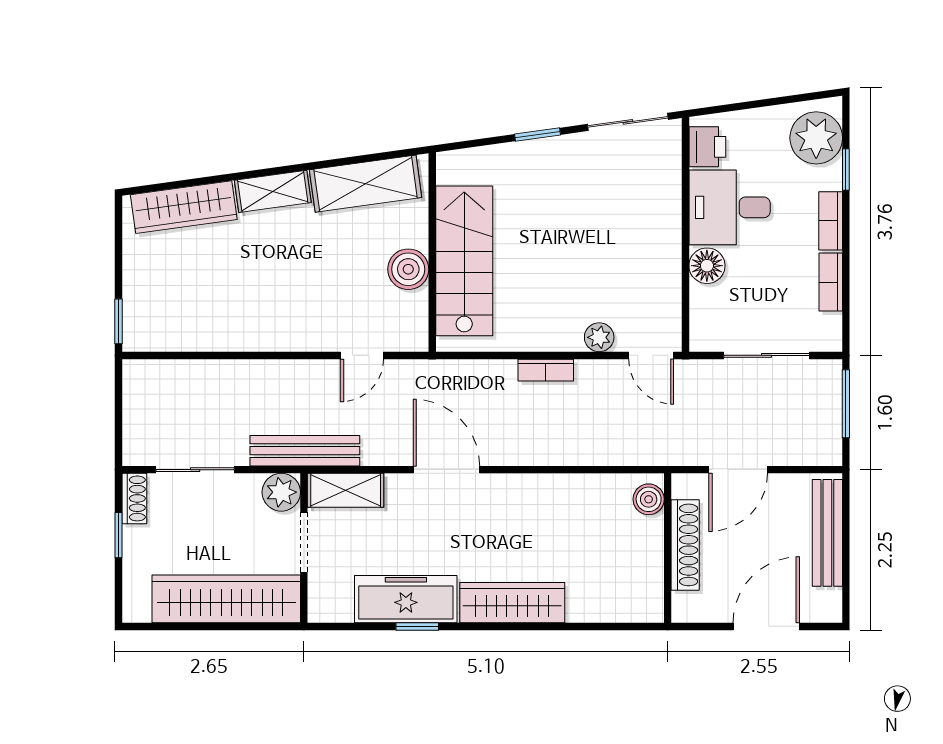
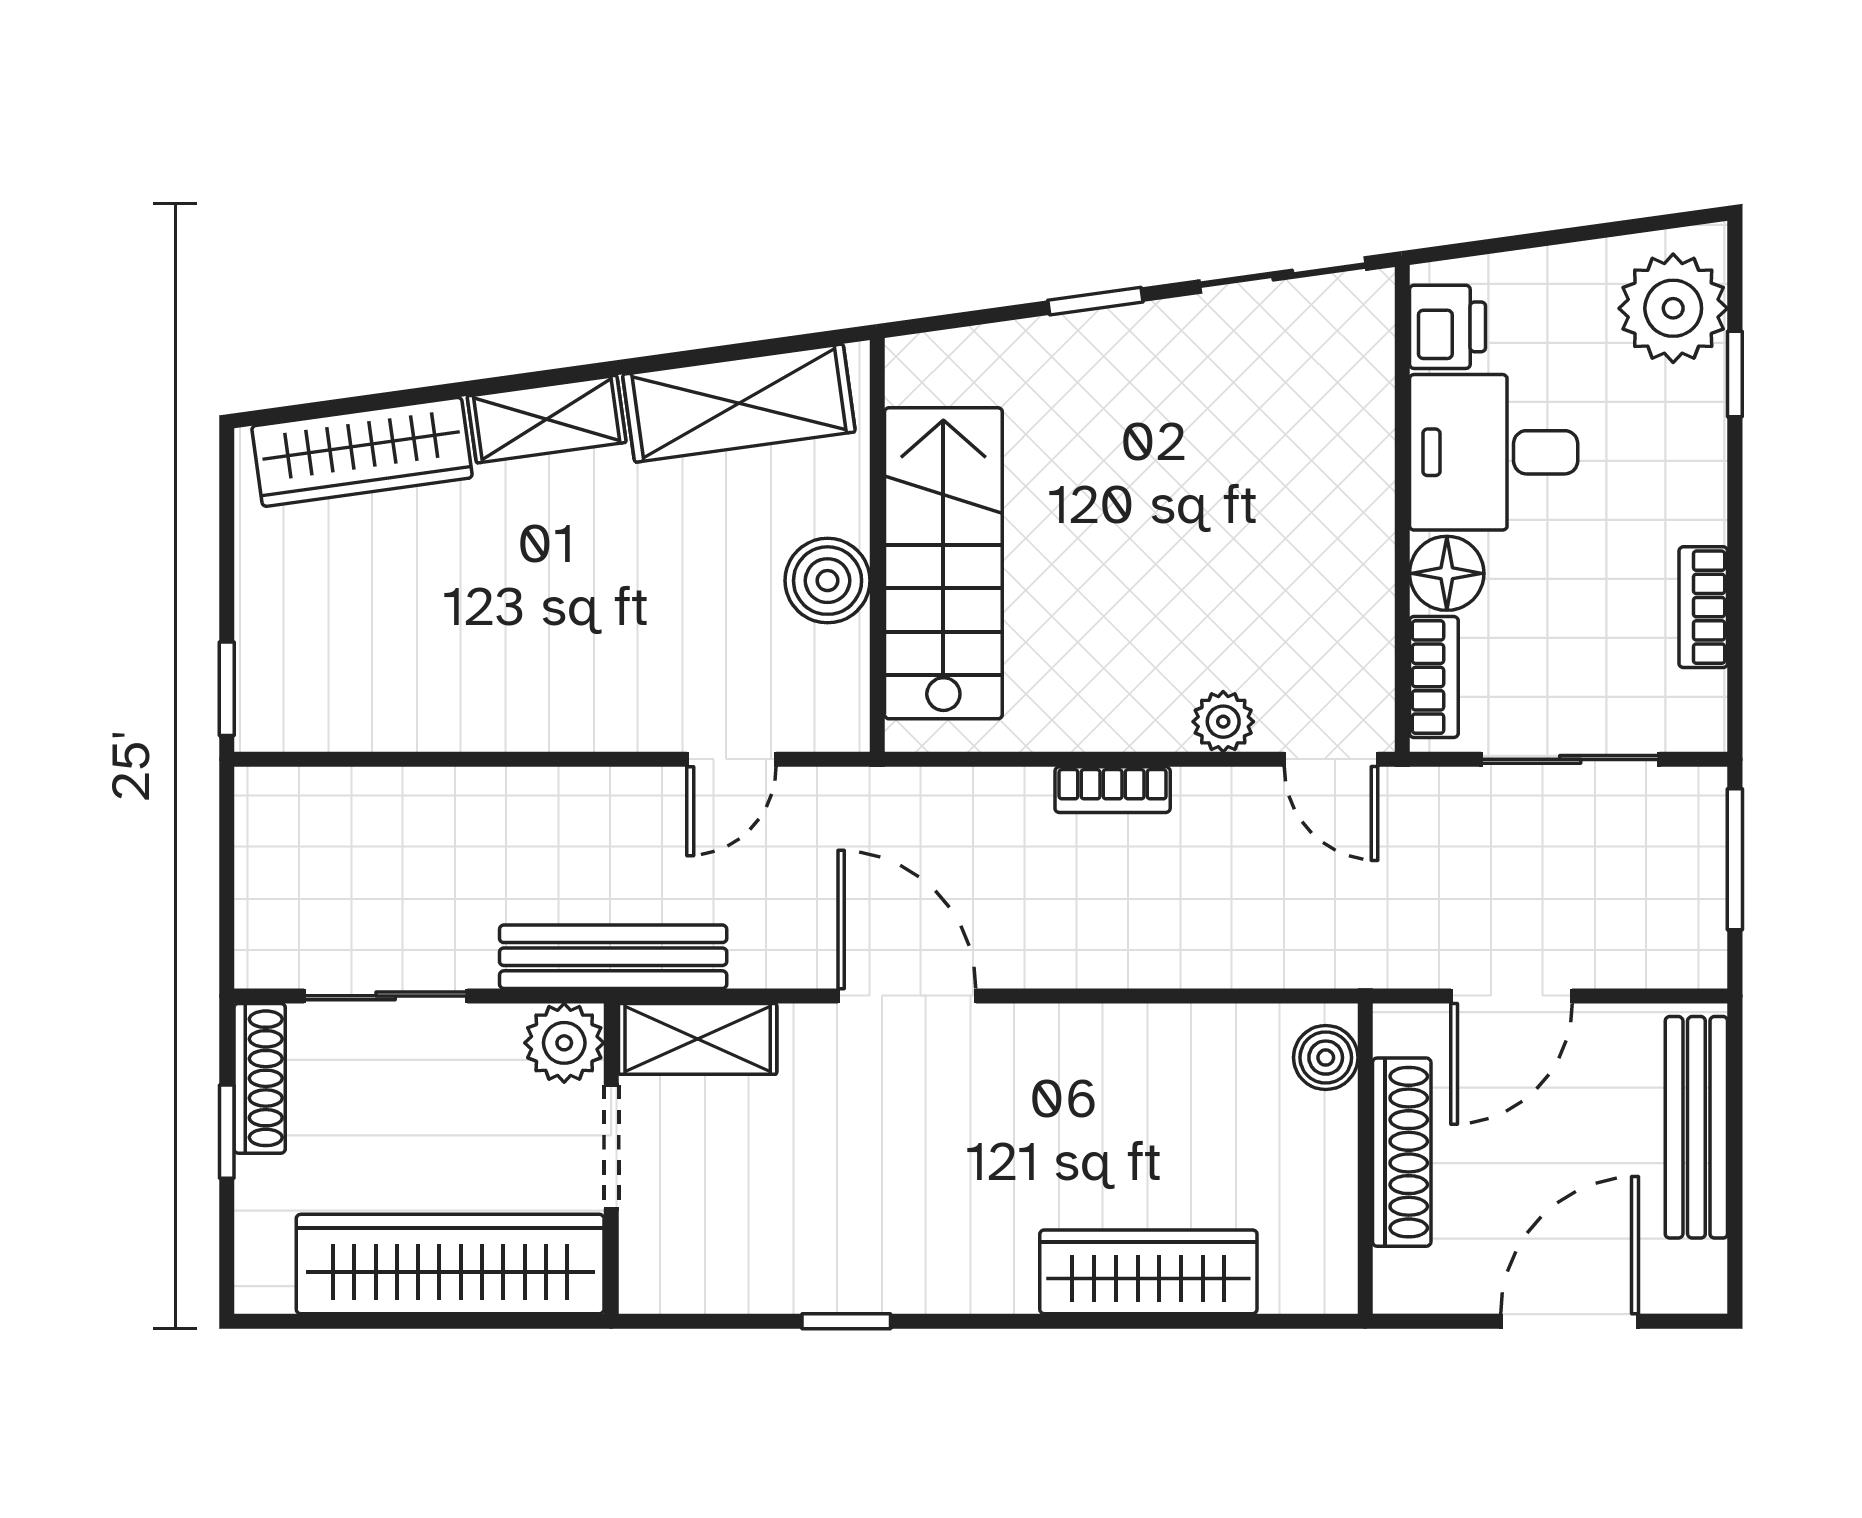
bookcase: (831, 221) -> (1434, 677), moved, turned 180
shoe rack: (134, 498) -> (260, 1078), width x1.43
freezer: (406, 599) -> (823, 1265), removed
wardrobe: (512, 603) -> (1148, 1272), moved

